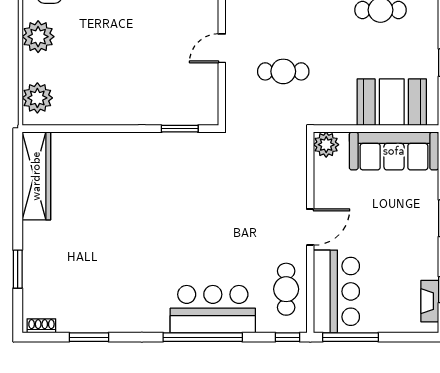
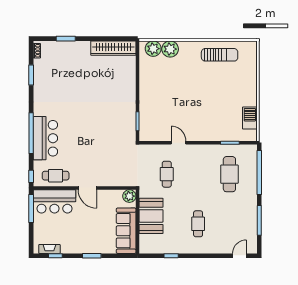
plant: (38, 37) -> (170, 49), moved
booth: (392, 102) -> (151, 216), moved

